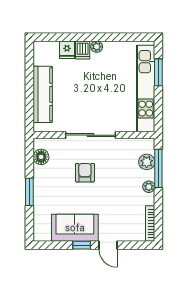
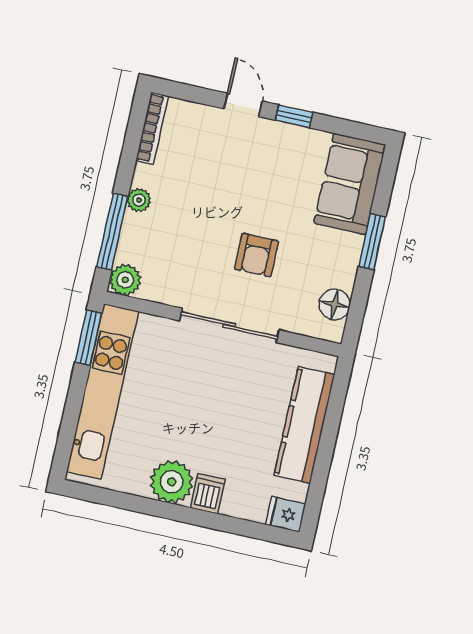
plant: (97, 47) -> (172, 482), width x1.87, depth x1.87
fridge: (67, 50) -> (286, 514), moved, turned -90
window: (158, 72) -> (88, 338), moved
plant: (147, 162) -> (125, 280), moved
sofa: (75, 228) -> (350, 184), moved, turned 90

